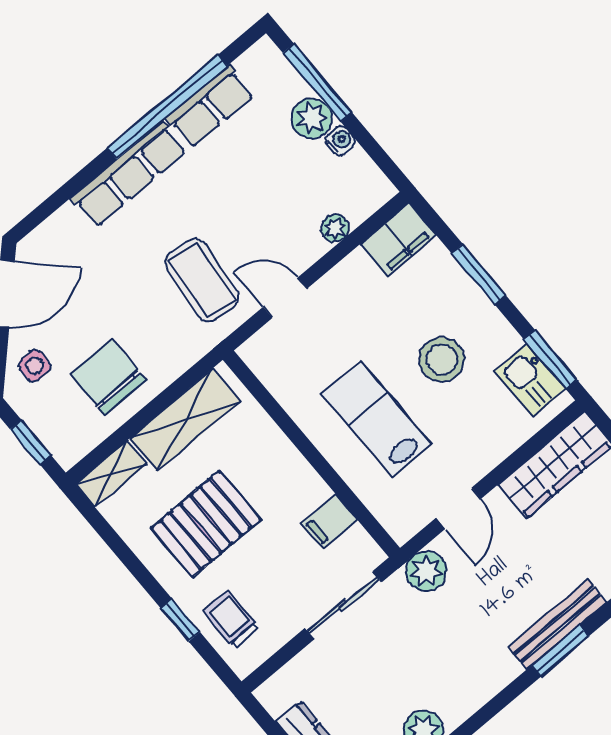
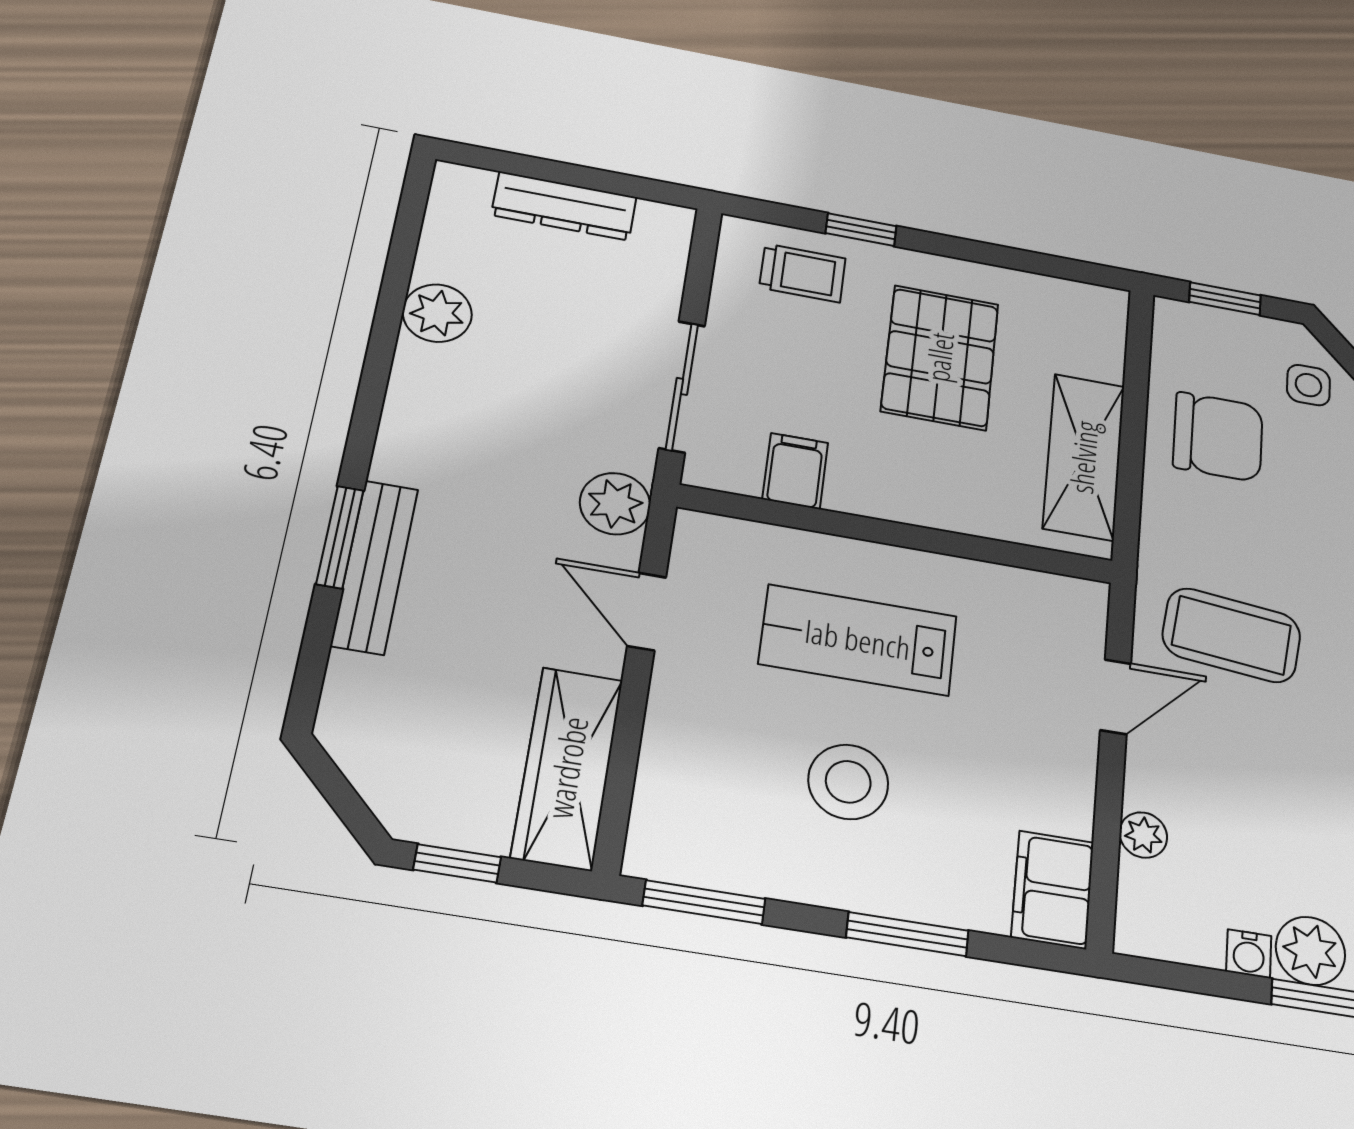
kitchen sink: (530, 380) -> (706, 852), removed
lab bench: (377, 419) -> (858, 640), turned 180
shelving: (111, 474) -> (1103, 332), removed

